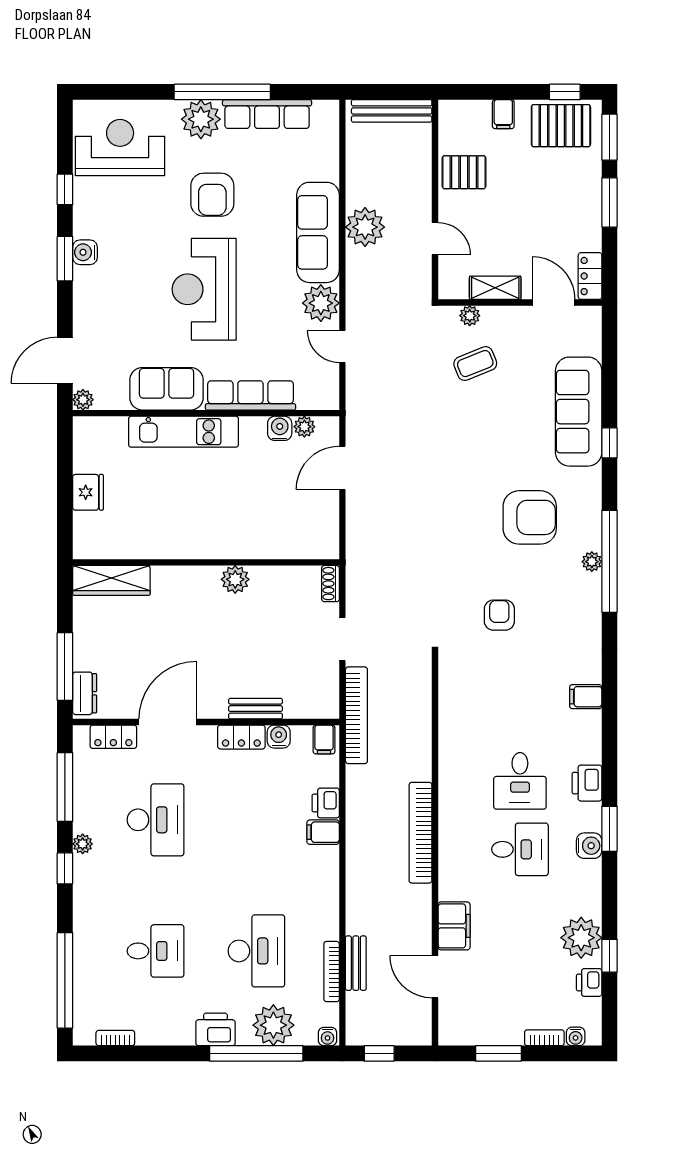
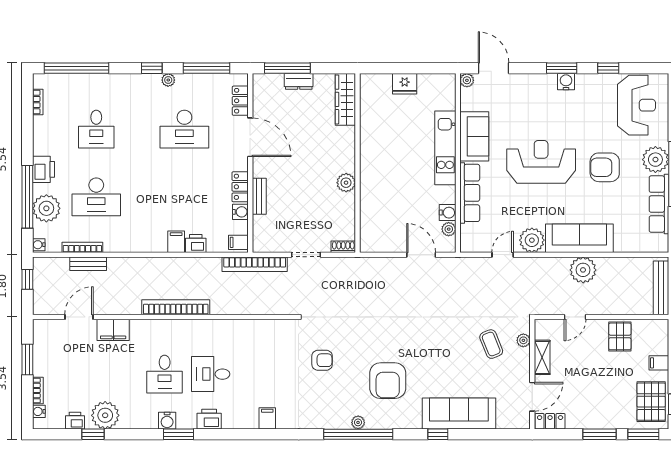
dresser: (85, 693) -> (299, 81), moved

